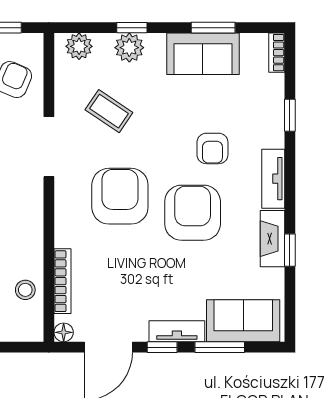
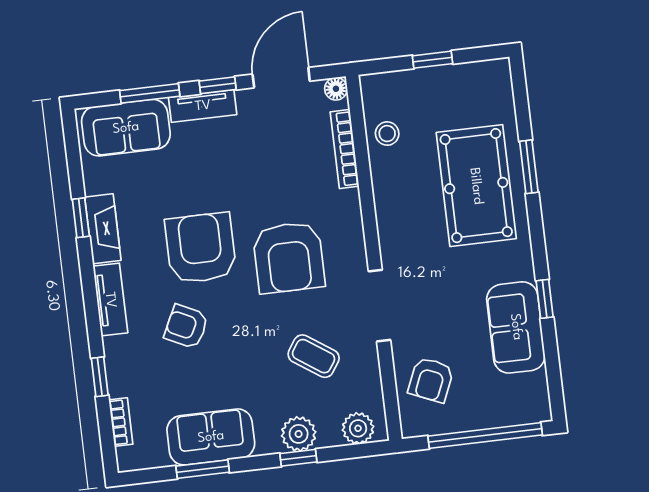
bookcase: (277, 53) -> (121, 422), moved
armchair: (212, 148) -> (186, 327), turned -64
armchair: (193, 213) -> (201, 248), turned 180

